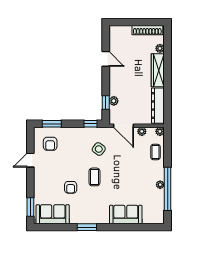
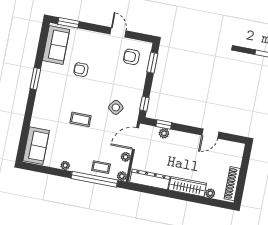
coffee table: (94, 177) -> (81, 119), moved
window: (168, 189) -> (94, 179), moved
sofa: (126, 214) -> (36, 146), moved

